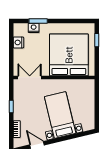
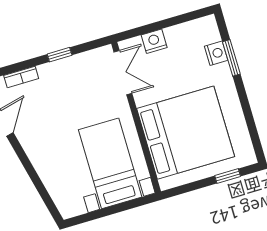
nightstand: (18, 42) -> (154, 41), moved
bed with nightstands: (60, 115) -> (110, 163), moved, turned -77

